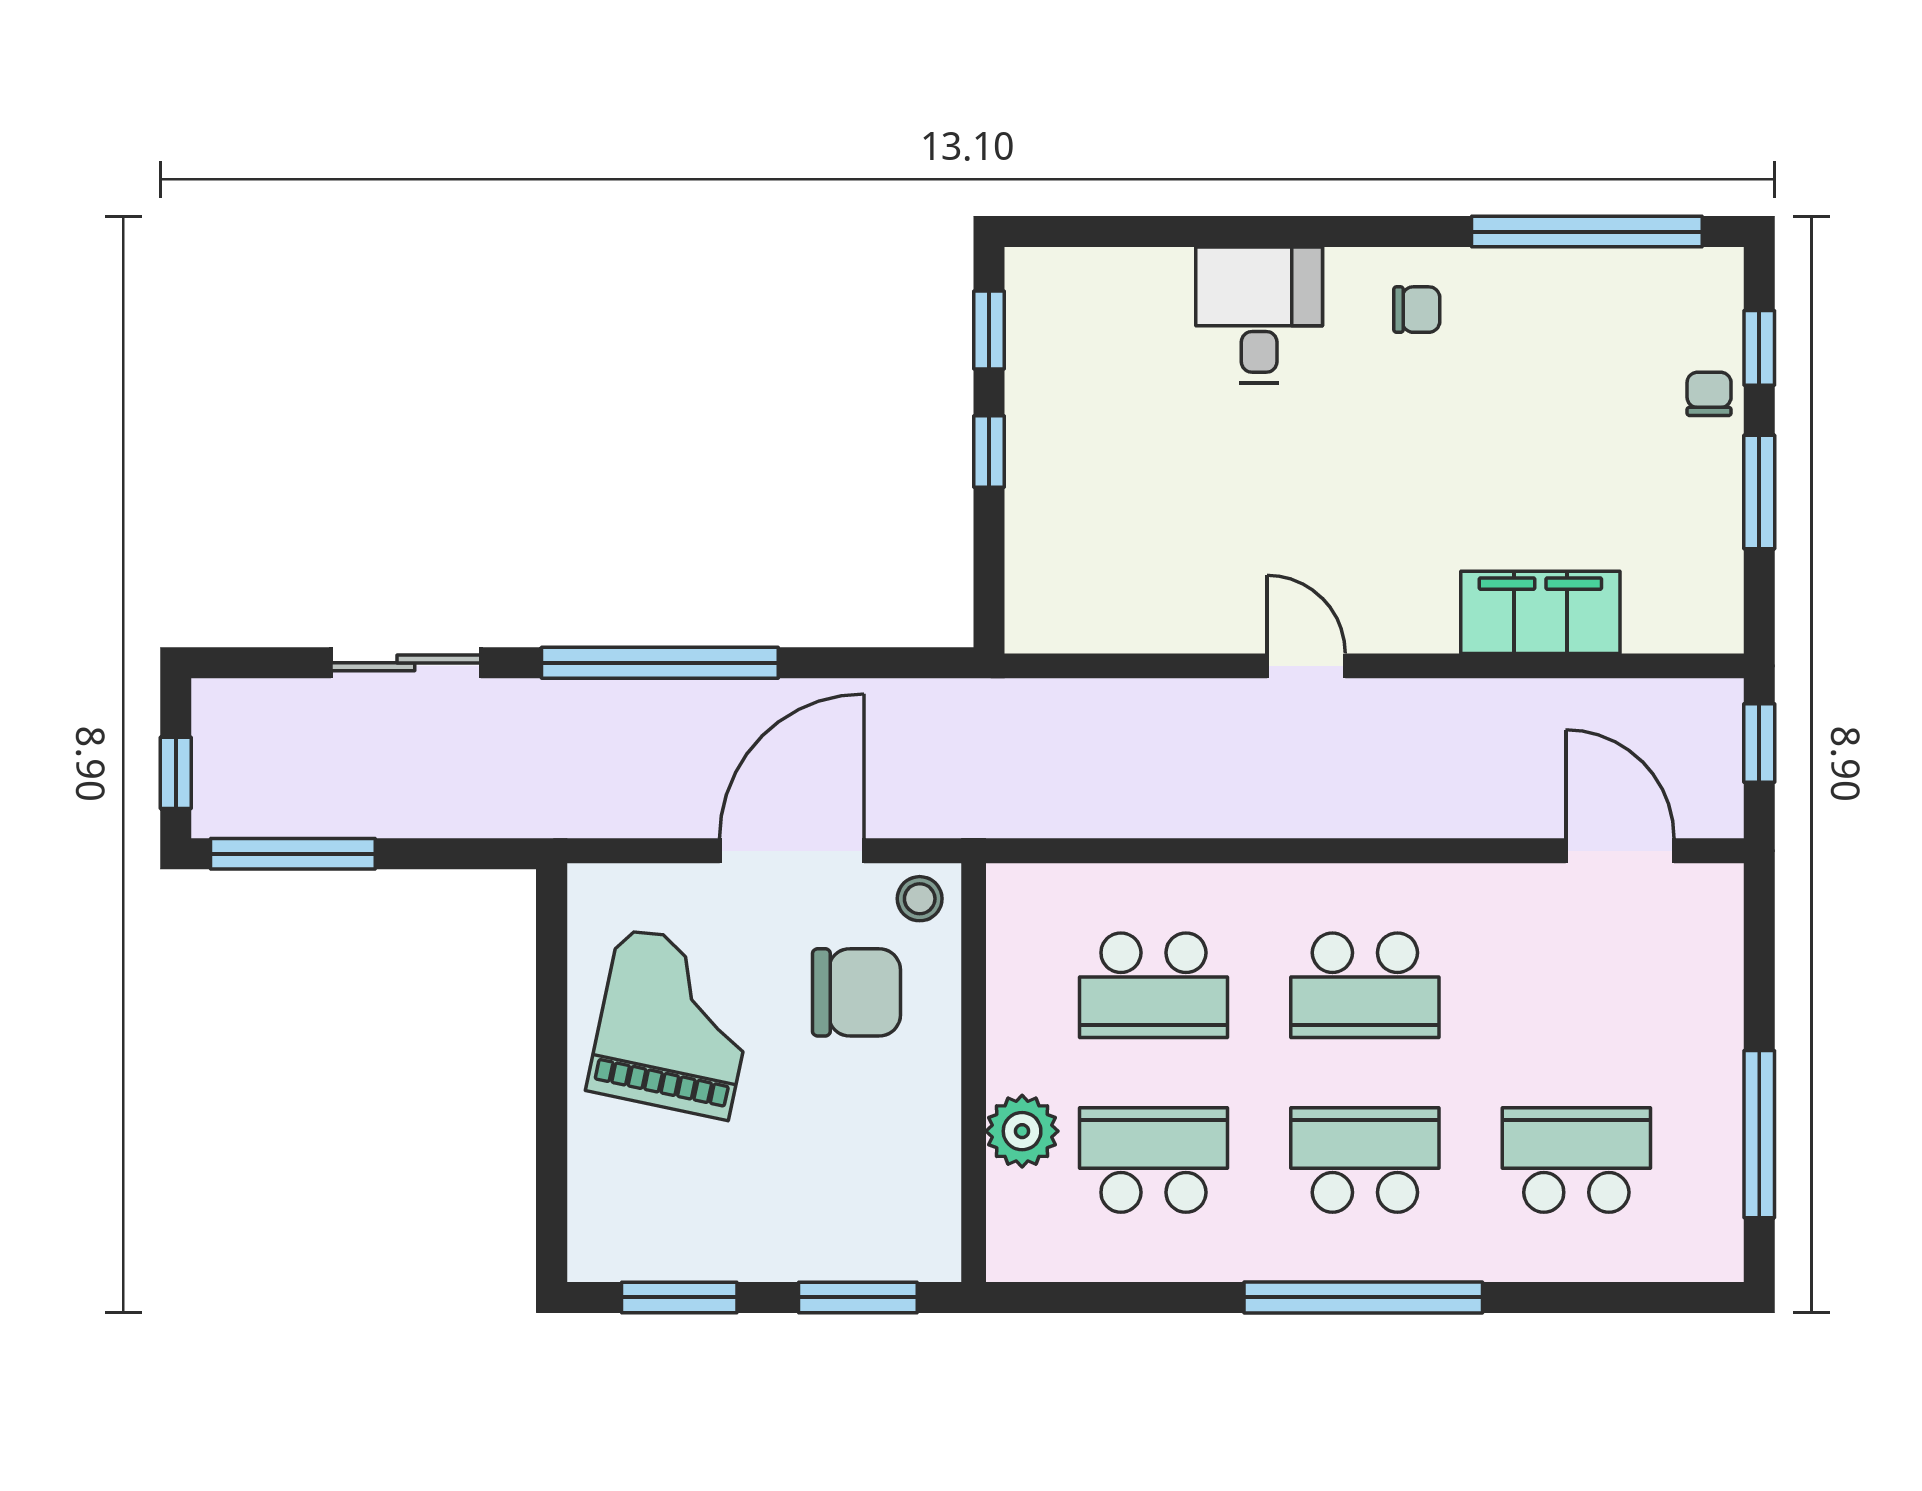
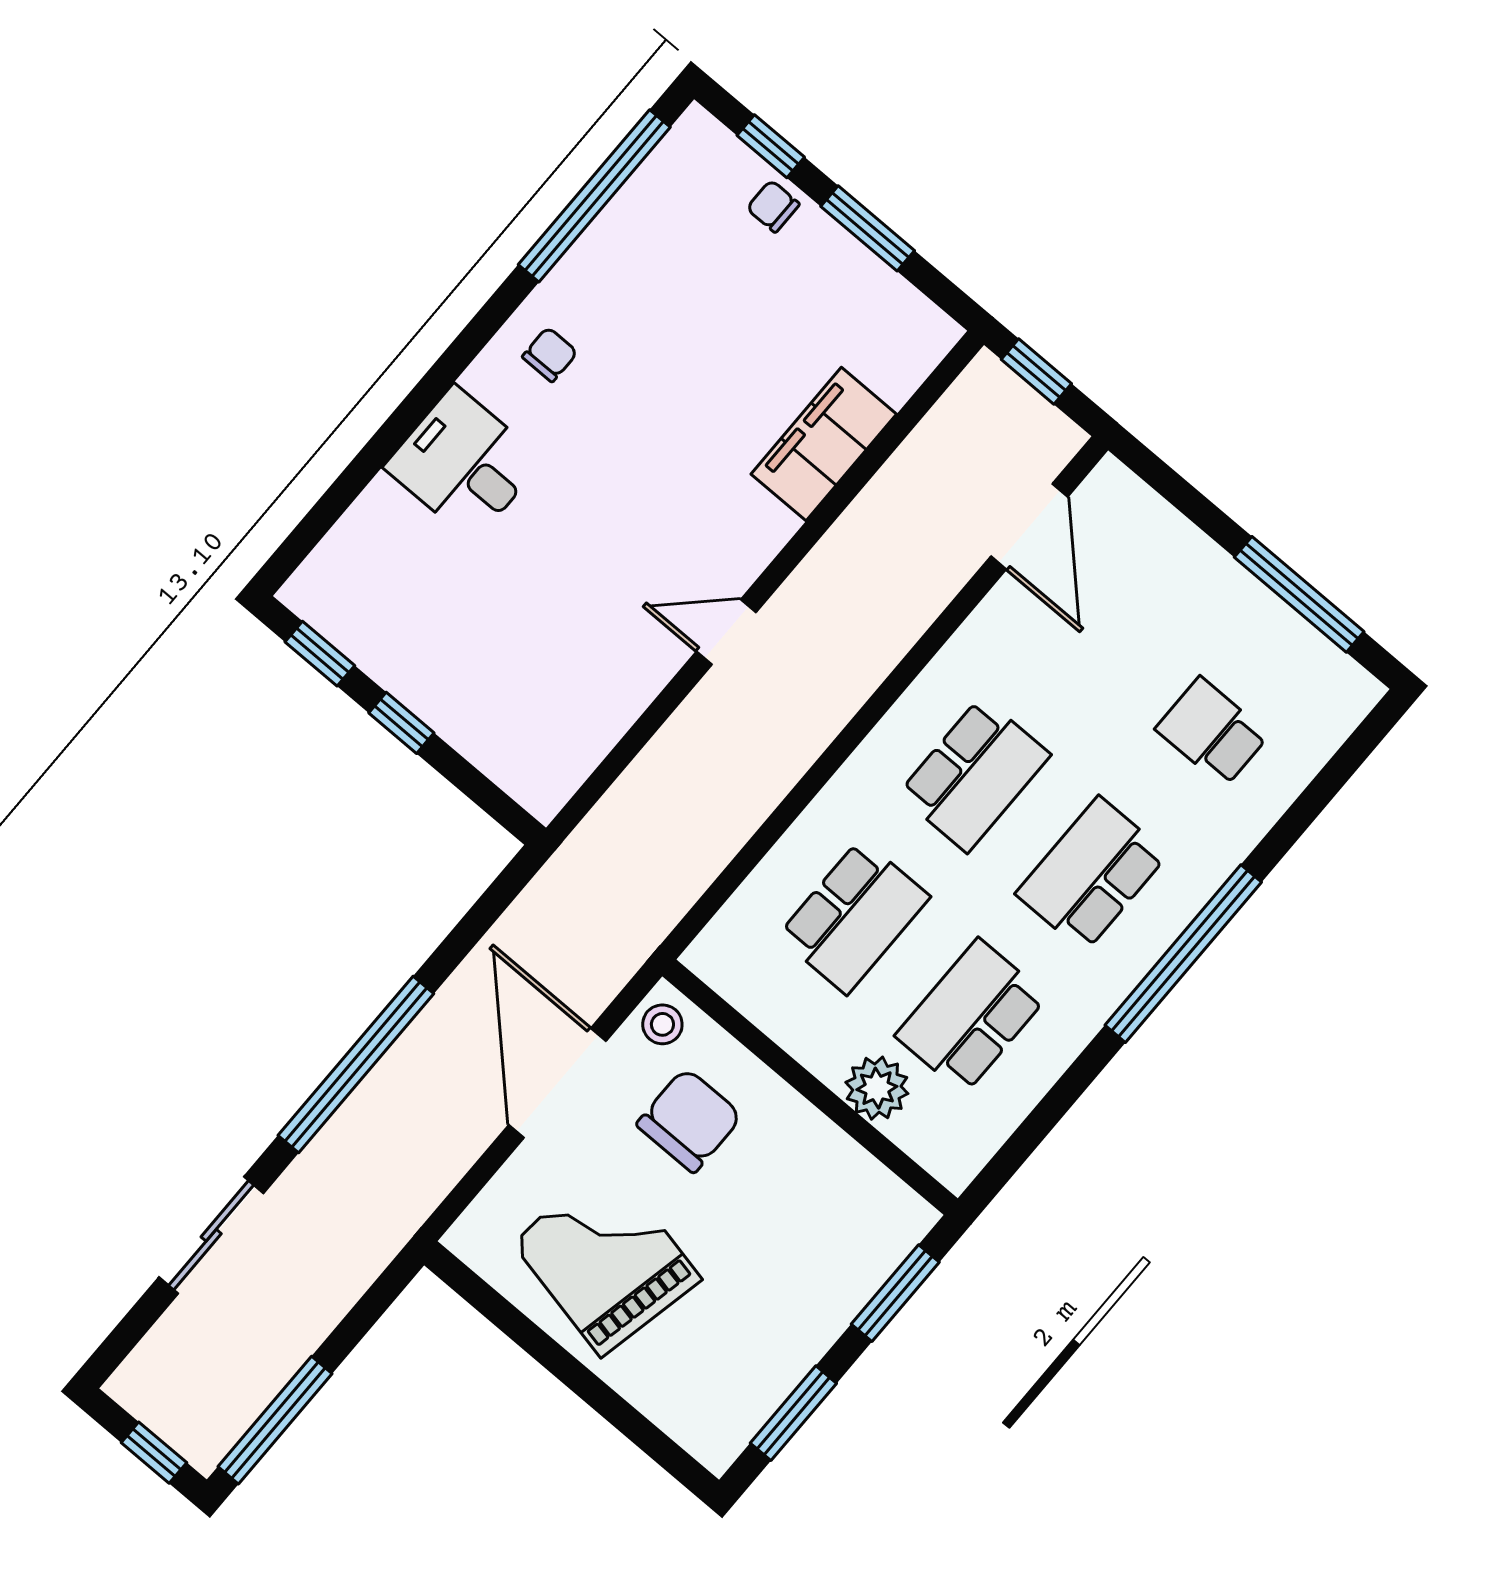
door: (1620, 851) -> (1029, 526), swing flipped
school desk: (1576, 1160) -> (1212, 732), width x0.54

